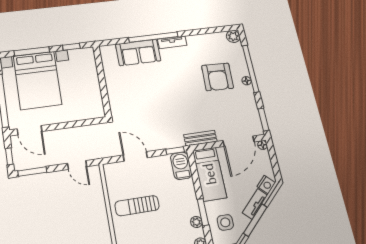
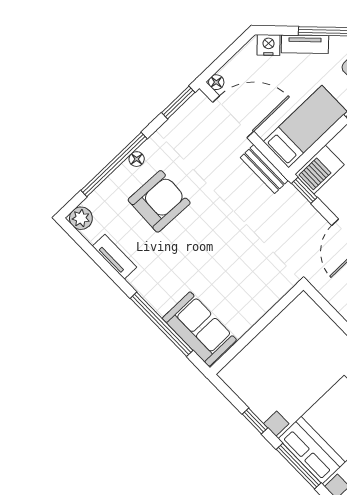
tv unit: (172, 42) -> (115, 257), moved
wall: (102, 81) -> (257, 329), moved

